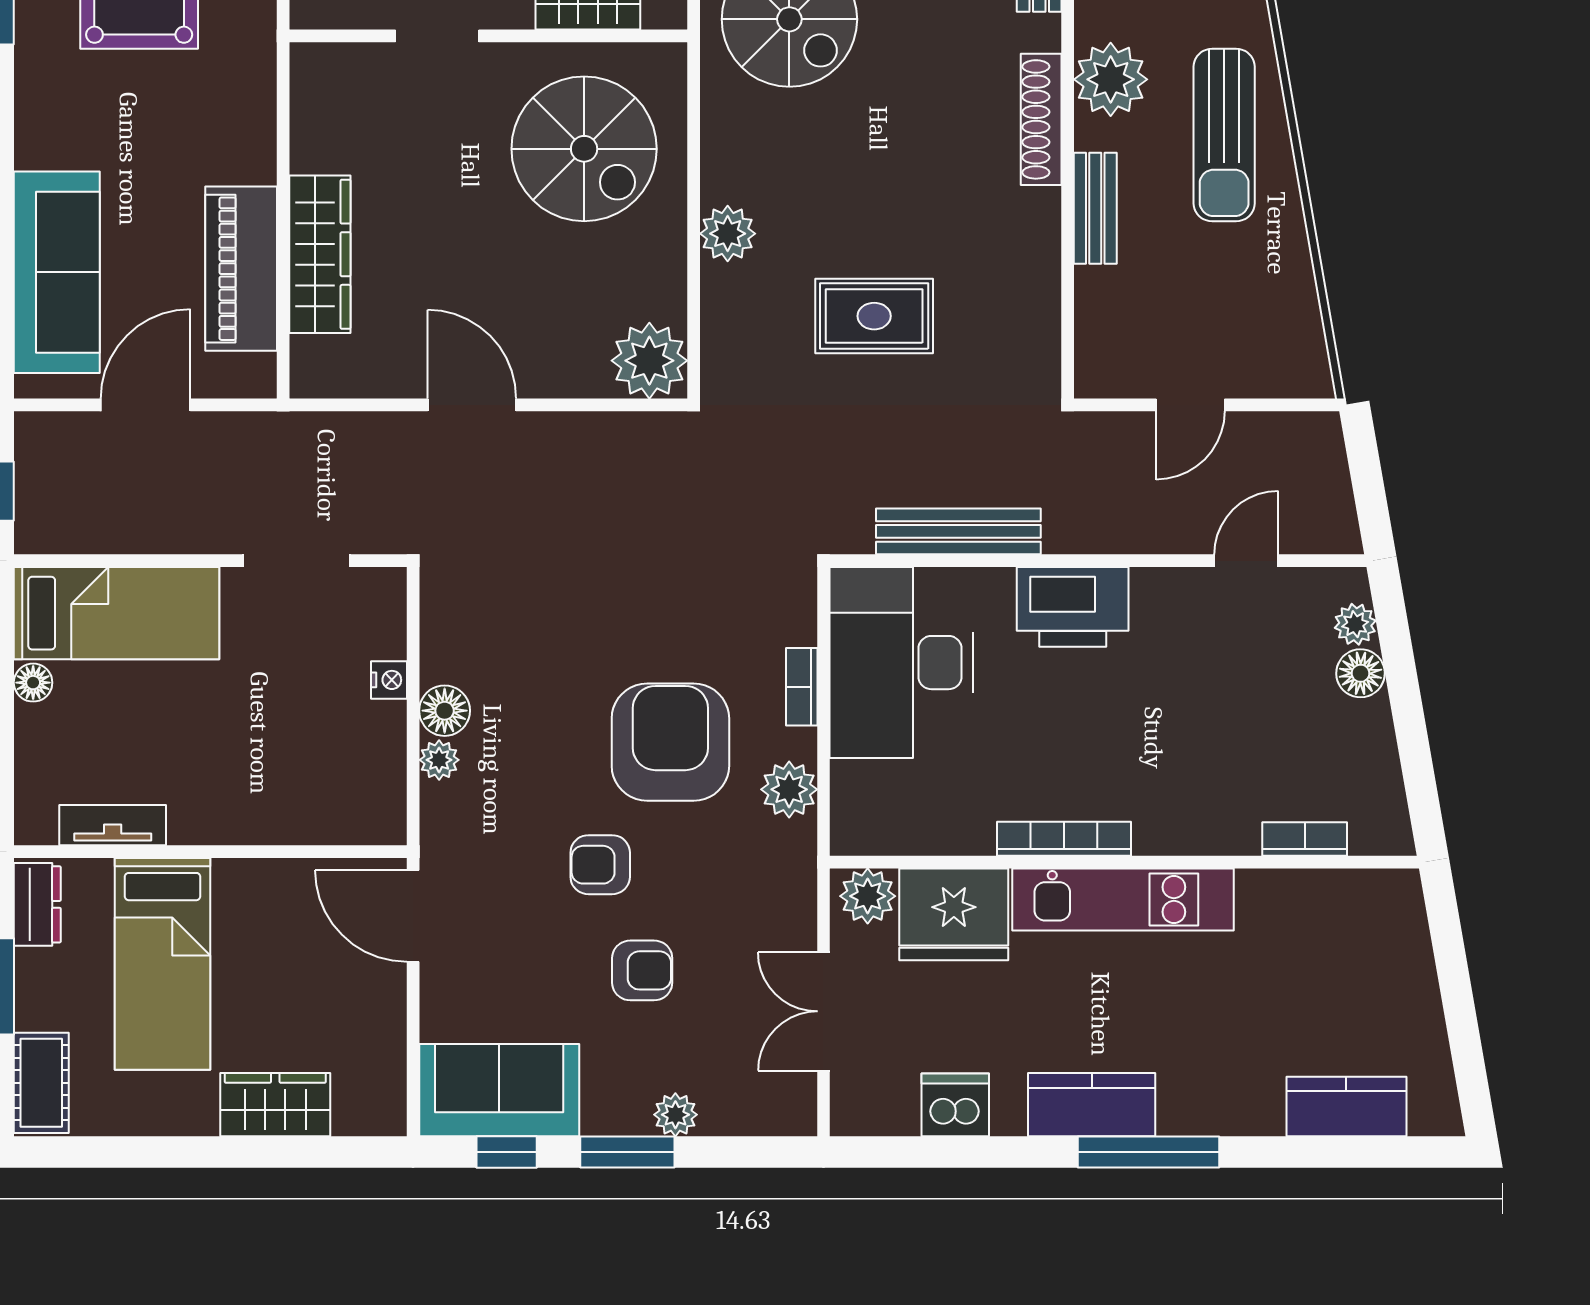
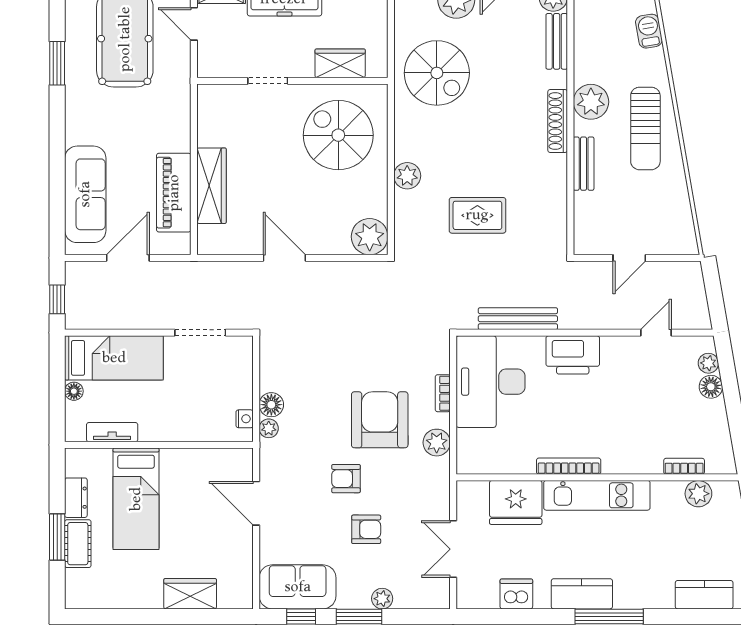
spiral stairs: (584, 149) -> (338, 135), turned 180
nightstand: (389, 680) -> (245, 419), moved
tv unit: (113, 825) -> (112, 432), moved
wall: (210, 852) -> (159, 445), moved
plant: (868, 896) -> (698, 494), moved
bed: (163, 964) -> (136, 499), moved
cot: (41, 1083) -> (78, 544), moved

